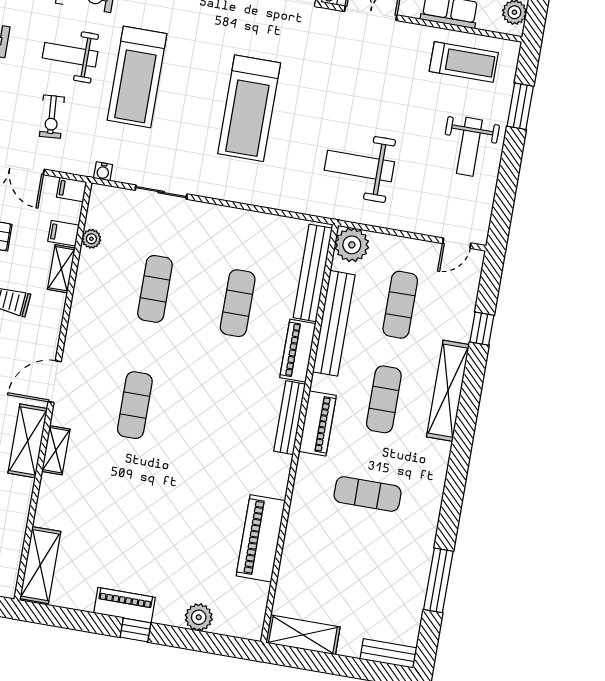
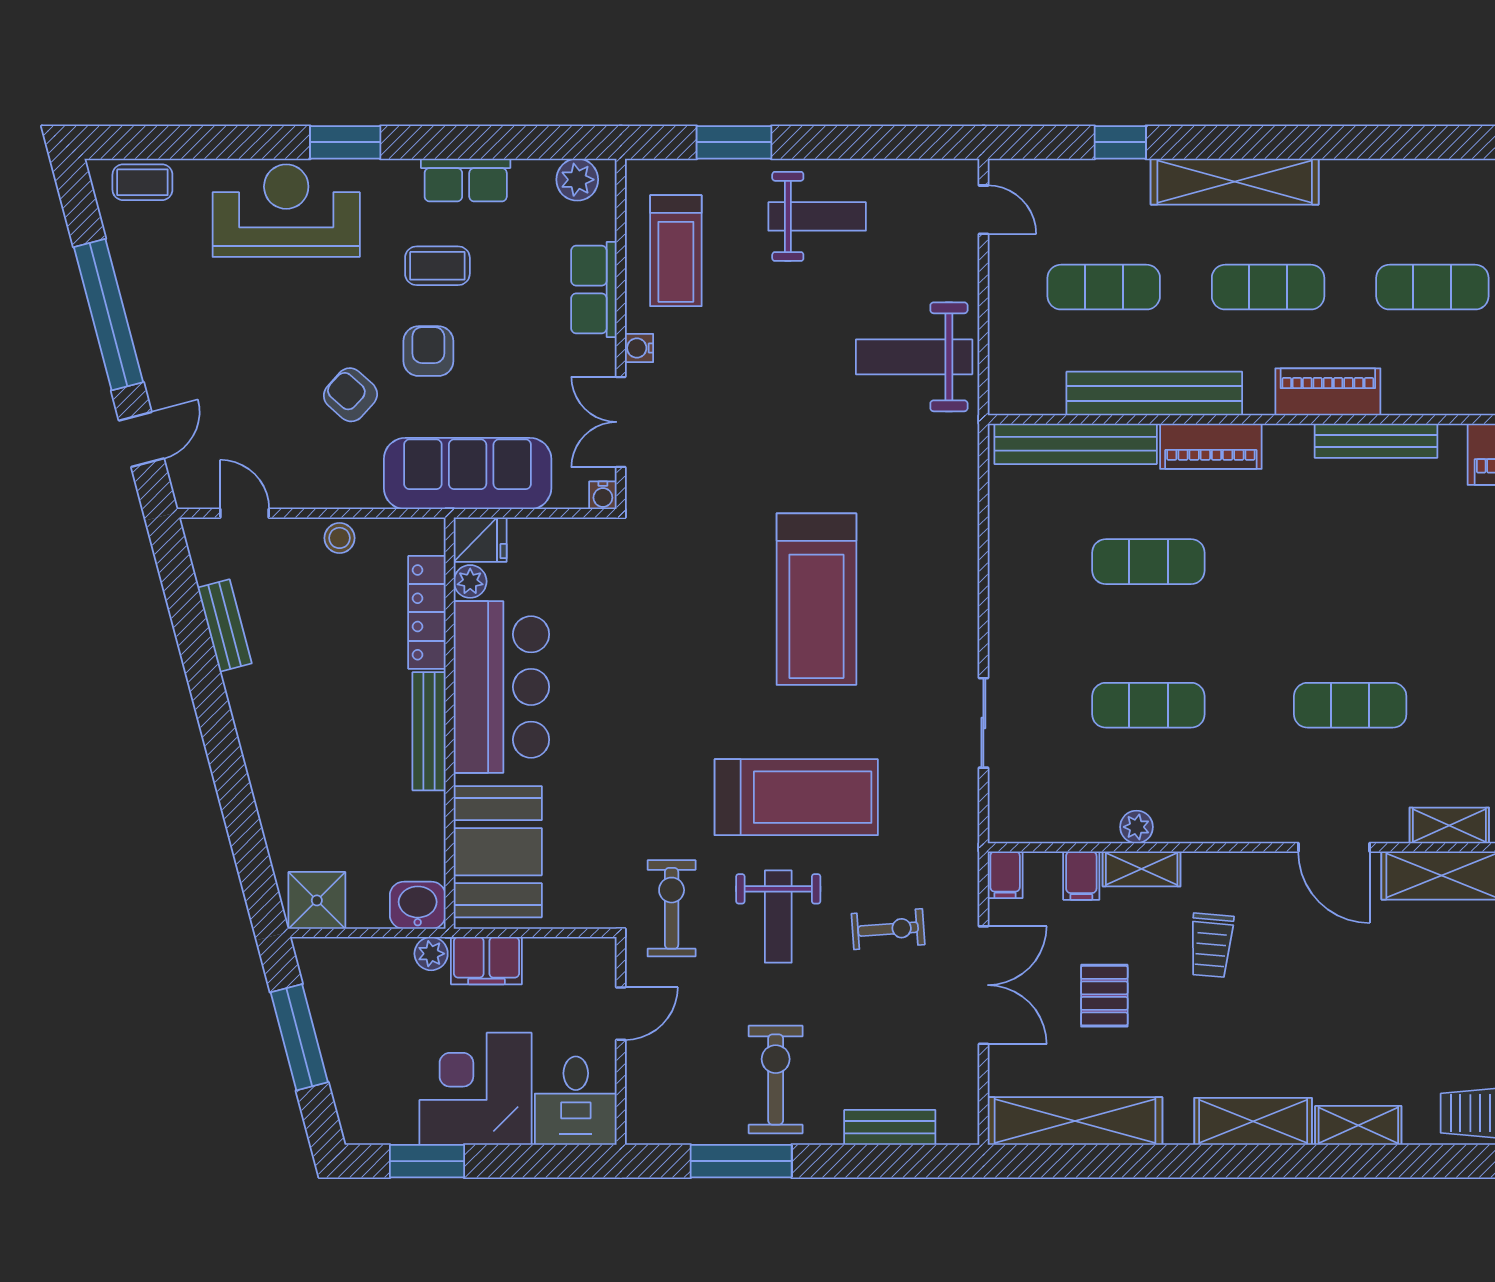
treadmill: (464, 62) -> (676, 251), turned 180
treadmill: (249, 108) -> (816, 599), turned 90
weight bench: (359, 166) -> (914, 357), moved, turned 90
water cooler: (103, 171) -> (639, 348), moved, turned 180
plant: (91, 239) -> (1137, 827), moved
plant: (352, 245) -> (1017, 386), removed
bench: (290, 418) -> (1376, 441), moved
exercise mat: (368, 494) -> (1432, 287), turned 90

